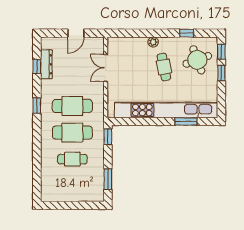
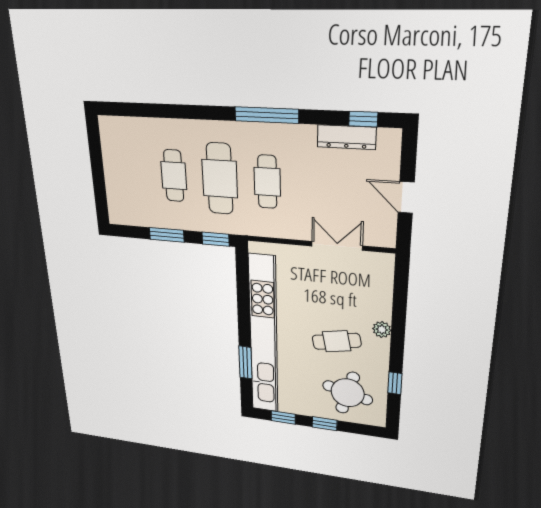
window: (221, 52) -> (283, 417), moved
round table: (197, 60) -> (348, 393), turned 35
window: (37, 66) -> (363, 119), moved
window: (37, 106) -> (267, 115), width x2.17
cafe table: (72, 106) -> (267, 182), width x0.73, depth x0.74
window: (108, 179) -> (167, 235), moved

